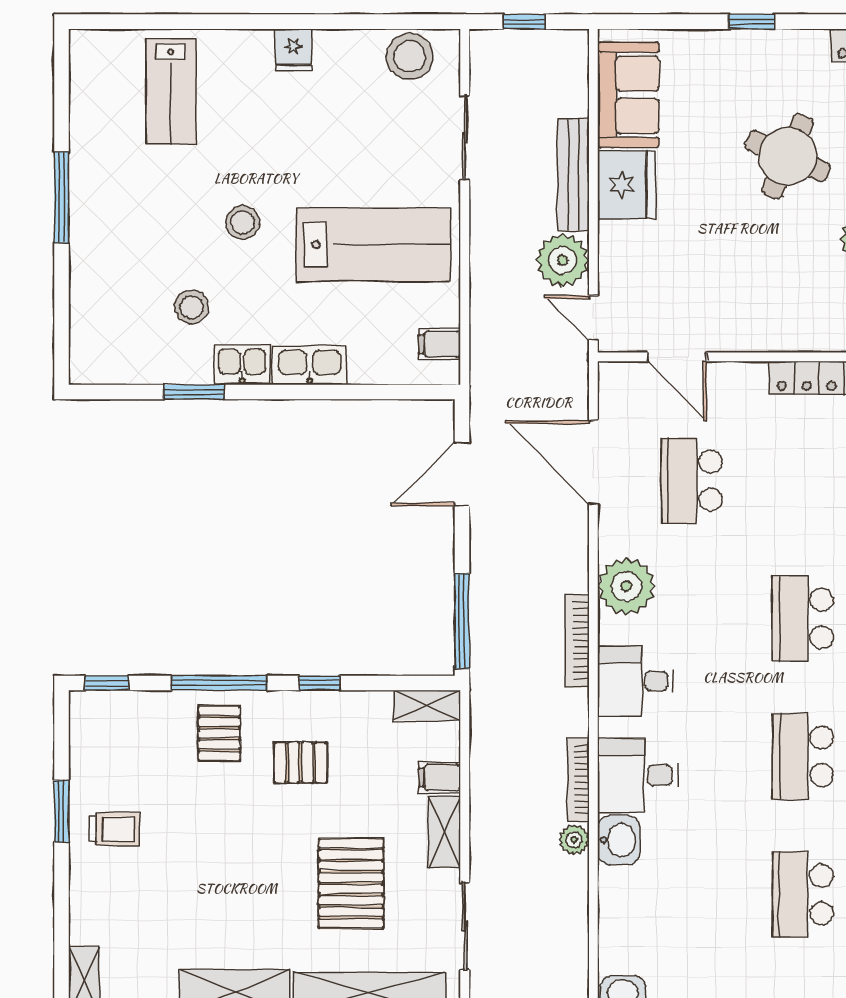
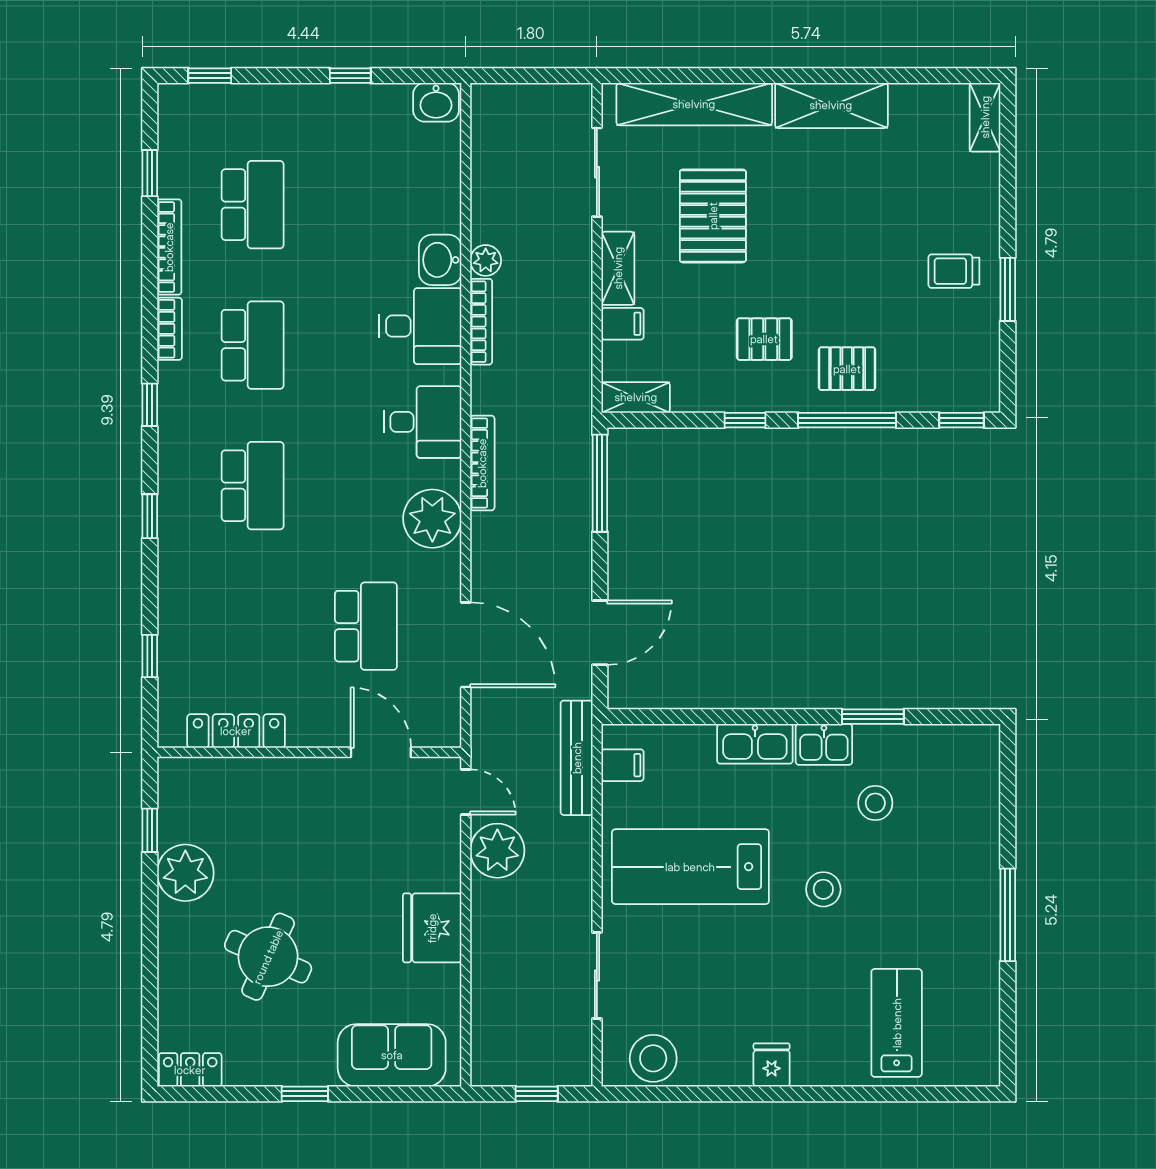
sofa: (628, 95) -> (392, 1055), moved, turned 90
bench: (573, 175) -> (577, 758), moved
pallet: (219, 733) -> (847, 369), turned 90

